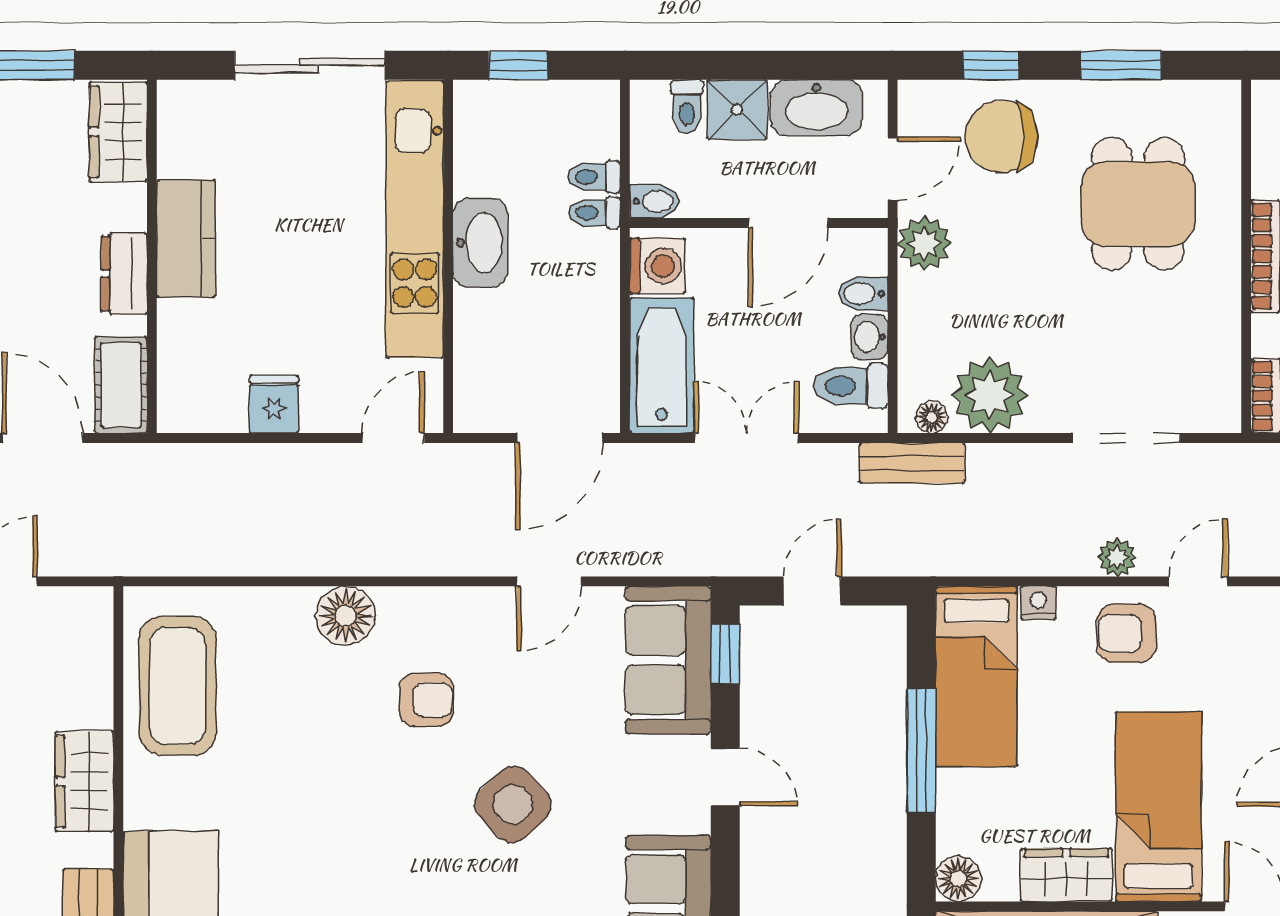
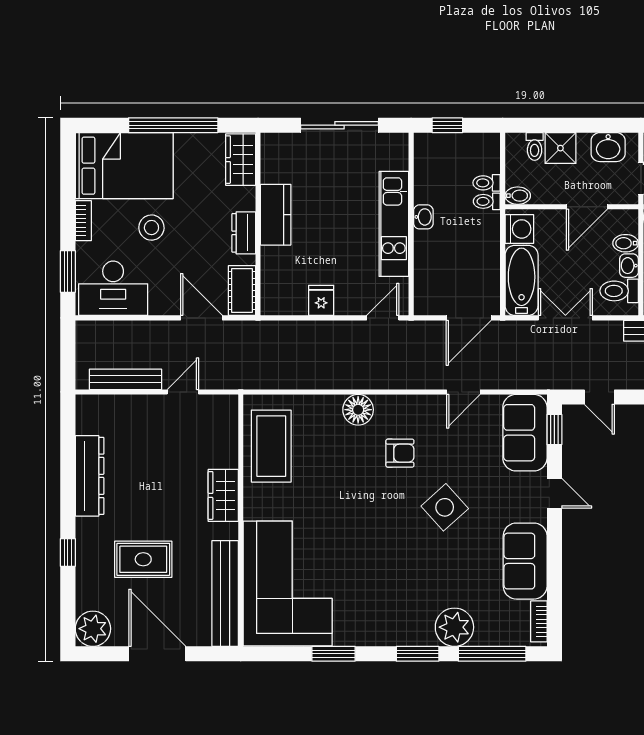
washbasin: (816, 108) -> (608, 147), width x0.72
kitchen unit: (415, 219) -> (394, 224), width x0.73
washbasin: (480, 243) -> (423, 217), width x0.52, depth x0.69
door: (812, 591) -> (599, 397), swing flipped

